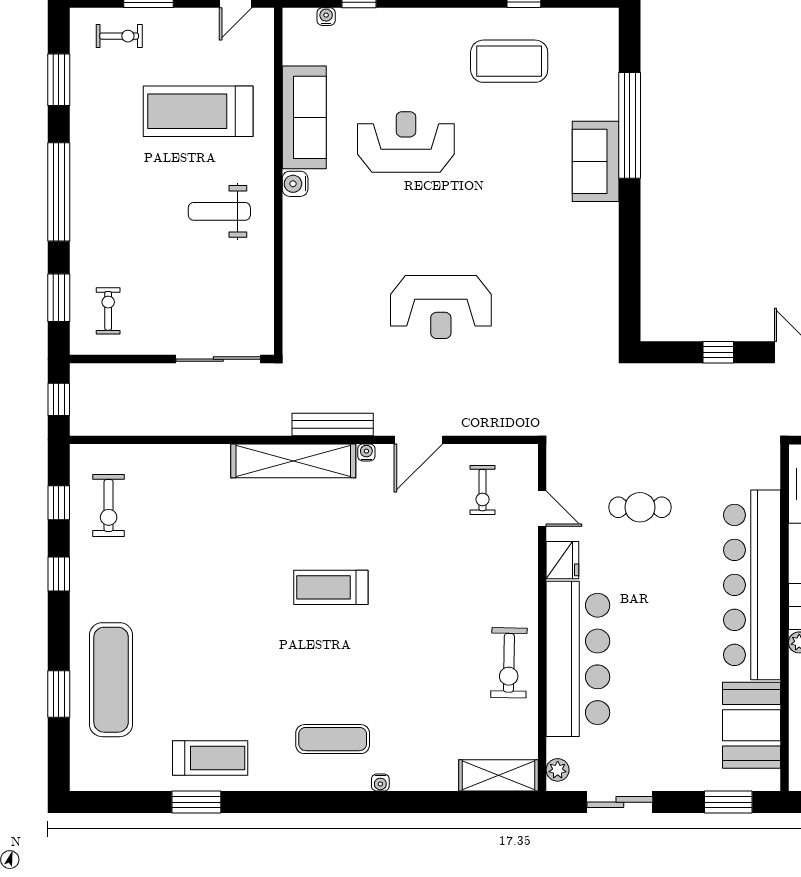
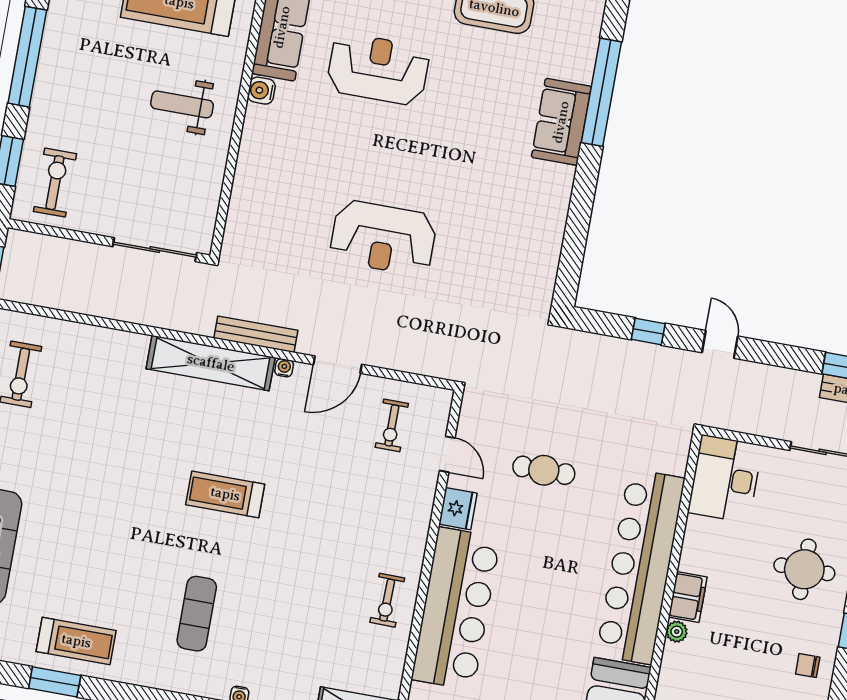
exercise bike: (108, 311) -> (55, 183), width x1.38, depth x1.39
exercise bike: (509, 663) -> (387, 600), width x0.73, depth x0.72
exercise mat: (333, 739) -> (197, 614), moved, turned 90

